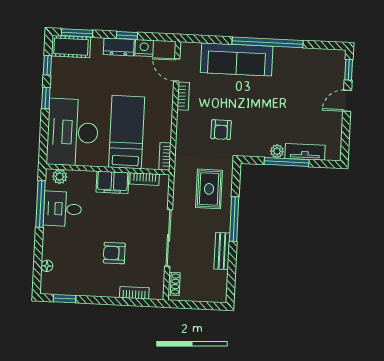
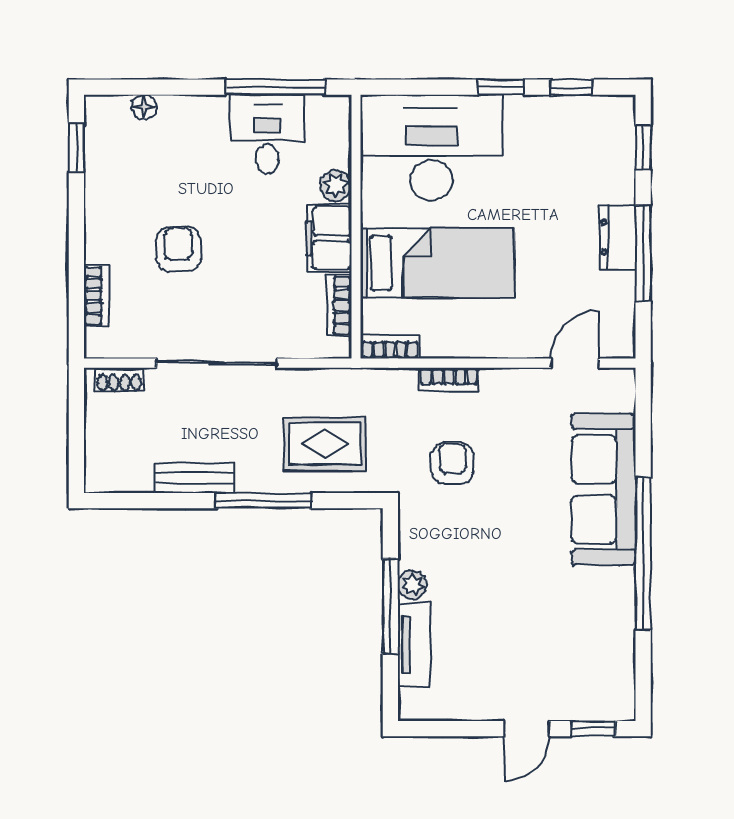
window: (77, 33) -> (643, 147), width x0.67
window: (127, 35) -> (643, 253), width x2.17
cot: (71, 47) -> (613, 135), removed
nightstand: (144, 48) -> (618, 291), removed
bookcase: (183, 96) -> (449, 379), moved
door: (347, 101) -> (527, 729), swing flipped
armchair: (221, 130) -> (452, 463), turned 90
plant: (60, 177) -> (336, 185), moved

